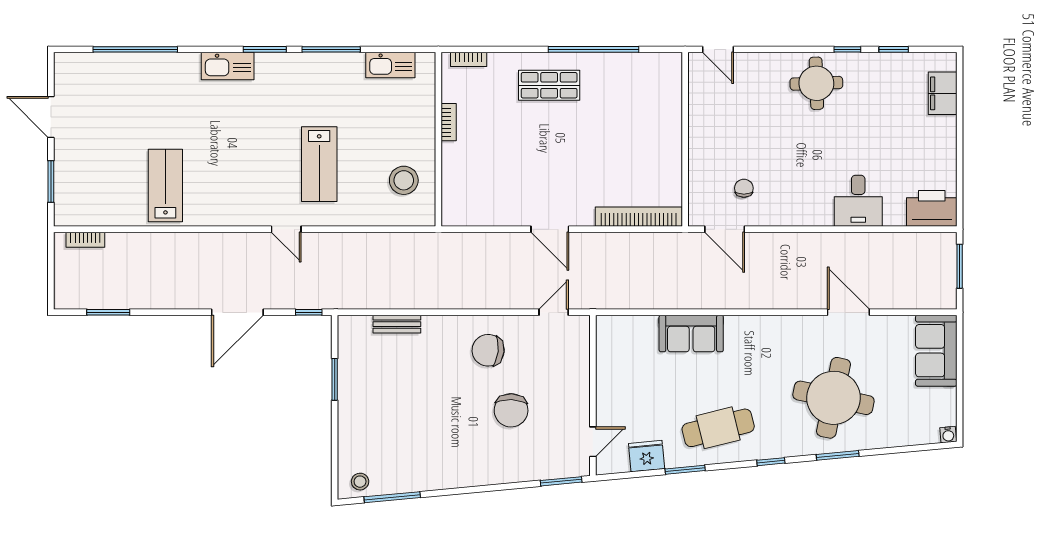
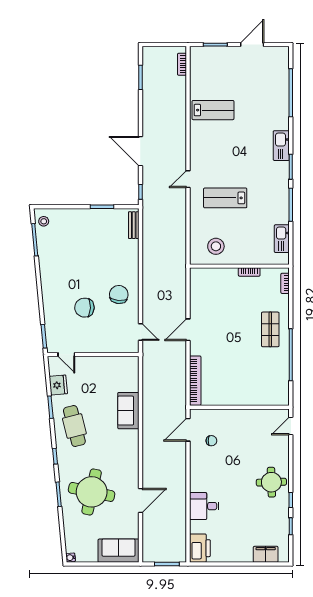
bench: (397, 324) -> (134, 225), moved

